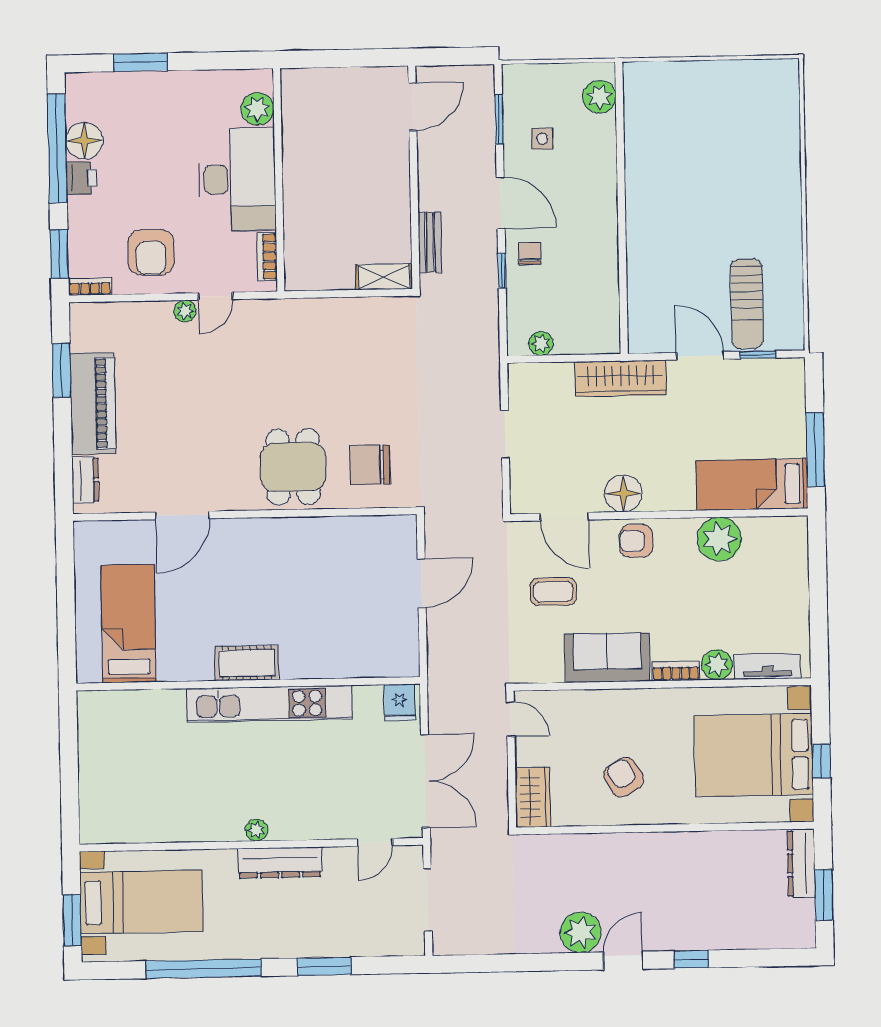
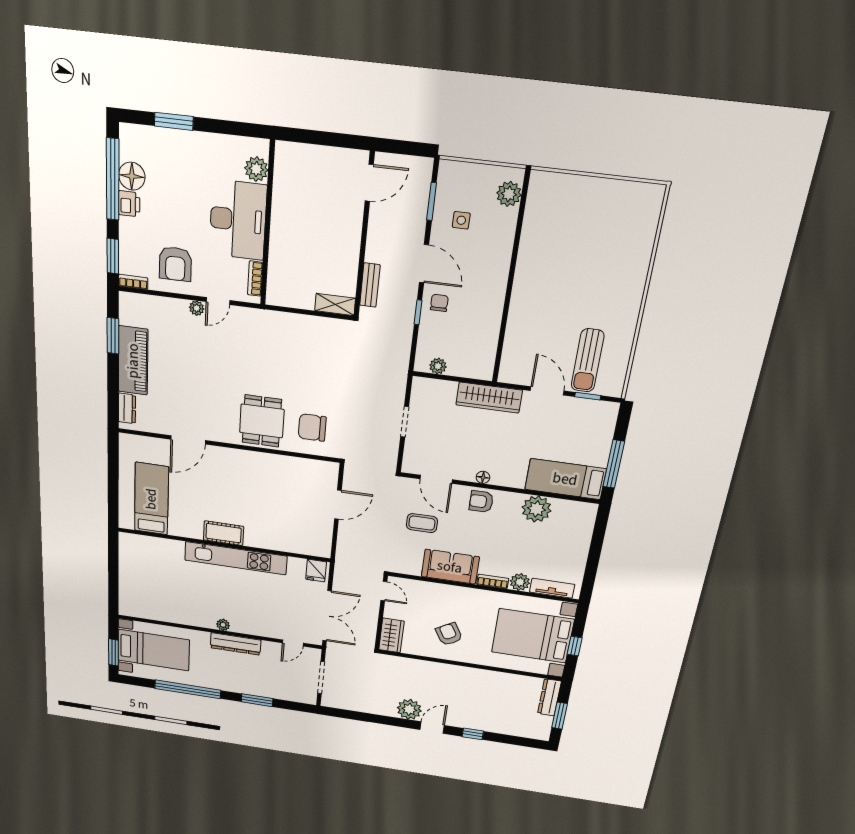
floor lamp: (623, 493) -> (483, 477), width x0.53, depth x0.53

